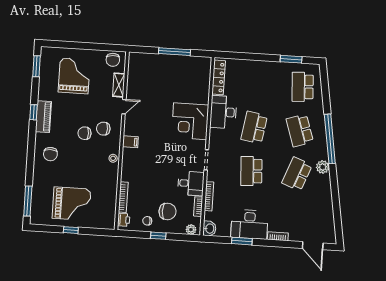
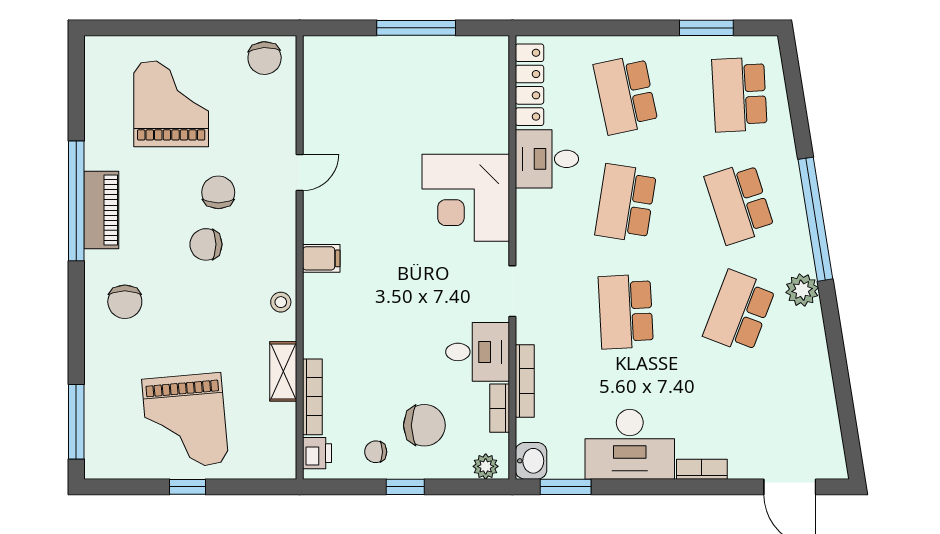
window: (36, 66) -> (76, 86), removed
school desk: (257, 84) -> (626, 95), added
shelving: (119, 85) -> (283, 371), moved
window: (34, 112) -> (76, 201), width x3.17
desk: (223, 112) -> (547, 159), width x0.73
chair: (103, 129) -> (218, 192), moved, turned 90
grand piano: (72, 204) -> (185, 421), turned 85
window: (242, 241) -> (566, 487), moved

